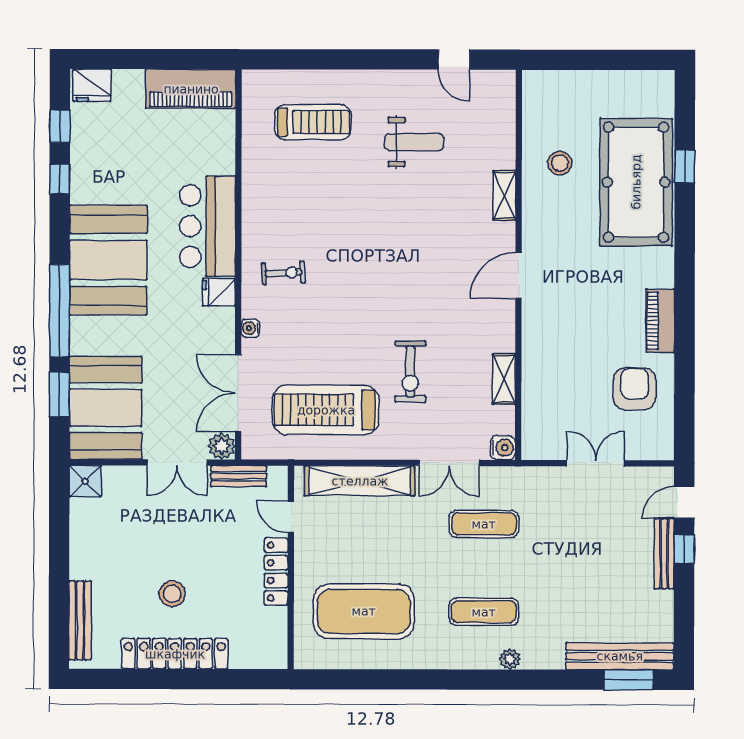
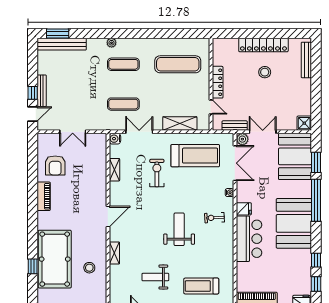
weight bench: (361, 247) -> (179, 229), added
shelving: (360, 481) -> (180, 123), width x0.68
exercise mat: (364, 611) -> (178, 64), width x0.68

